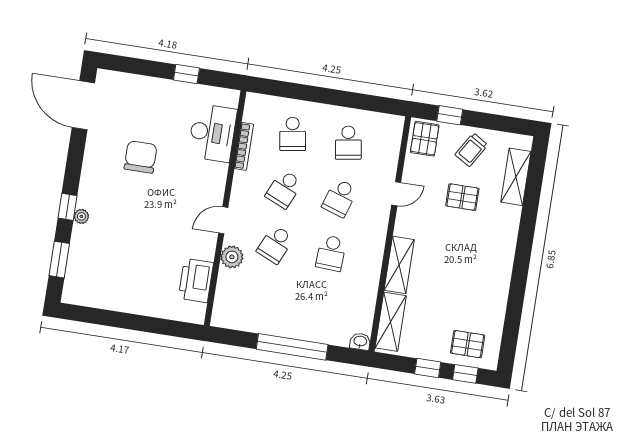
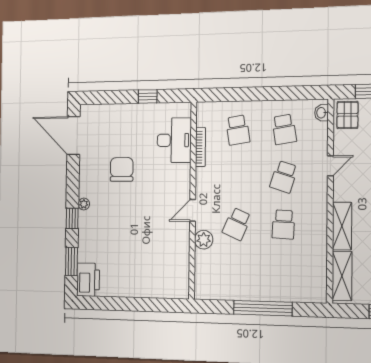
school desk: (284, 189) -> (237, 177), removed
plant: (81, 216) -> (84, 204), moved
printer: (196, 280) -> (88, 280), moved, turned 180
washbasin: (360, 342) -> (321, 113), moved, turned -90

